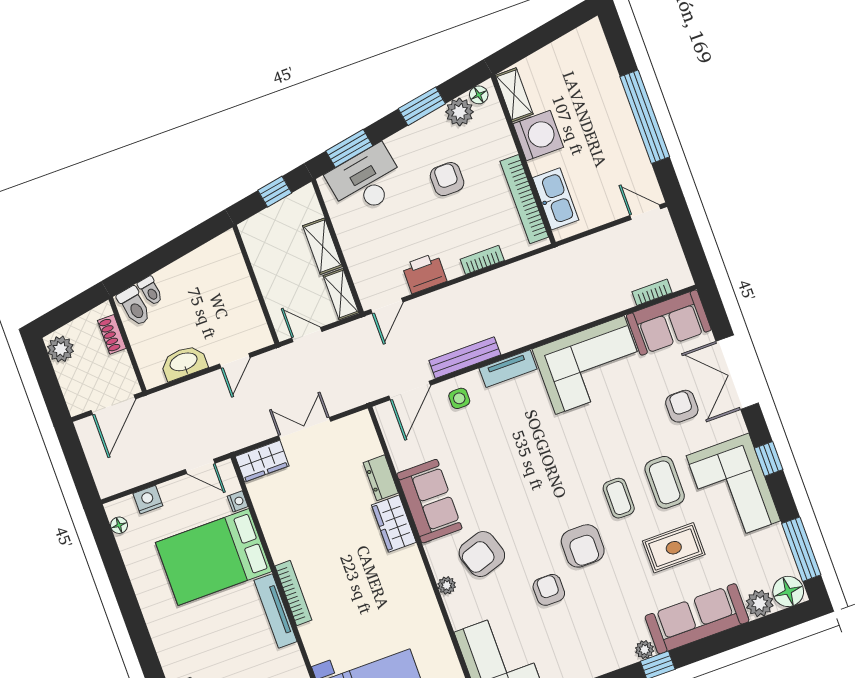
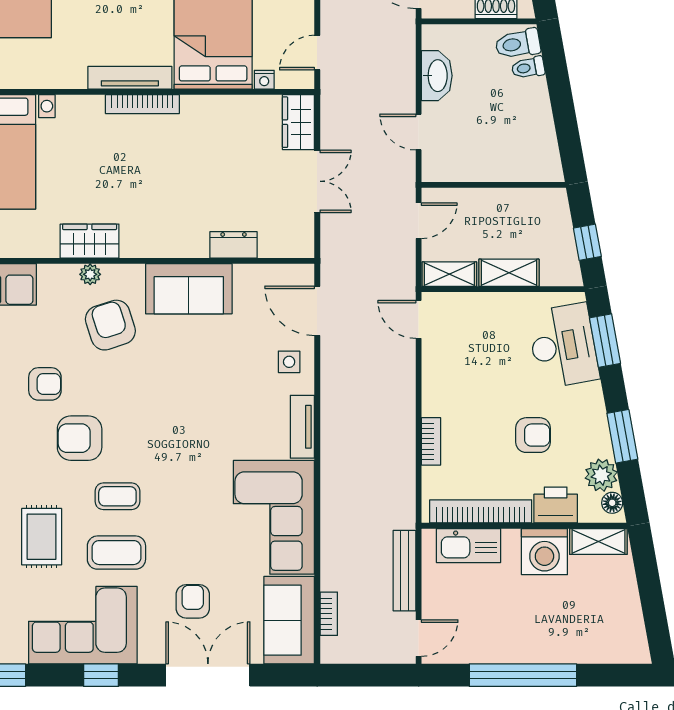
printer: (424, 273) -> (556, 505), moved, turned -90
bench: (465, 358) -> (405, 571), moved
armchair: (682, 406) -> (193, 601), turned -90
wardrobe: (394, 524) -> (90, 241), moved

